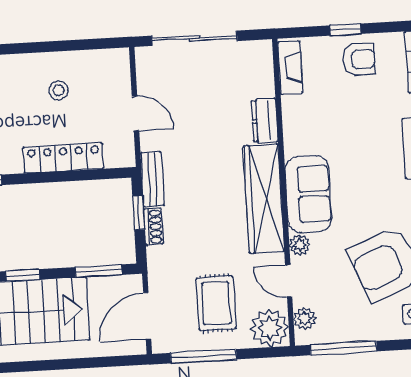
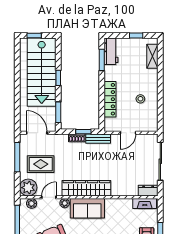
dresser: (265, 121) -> (148, 191), moved

